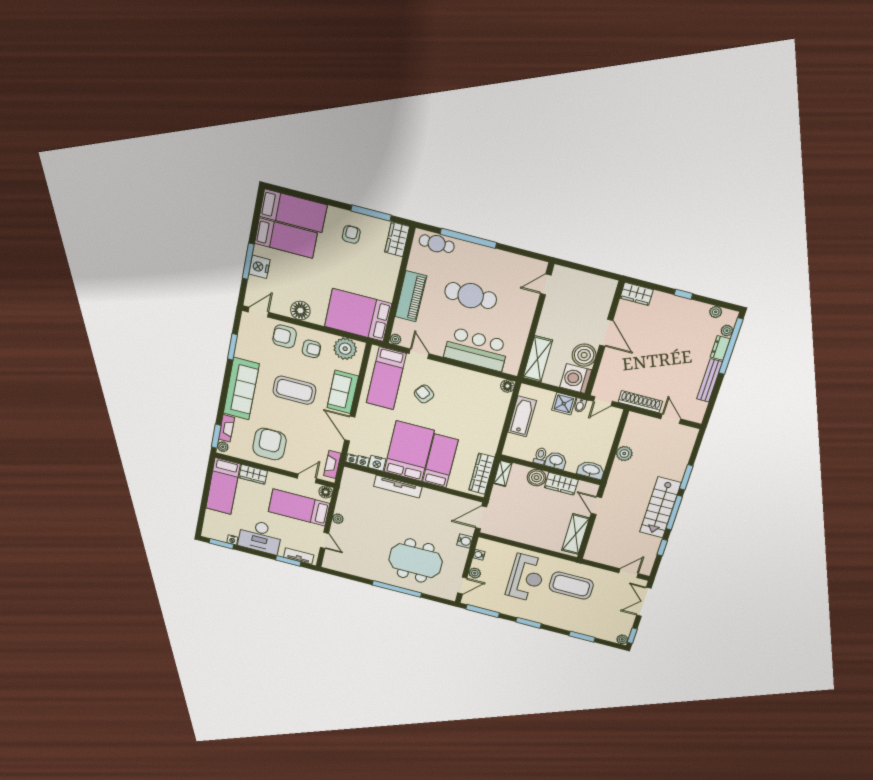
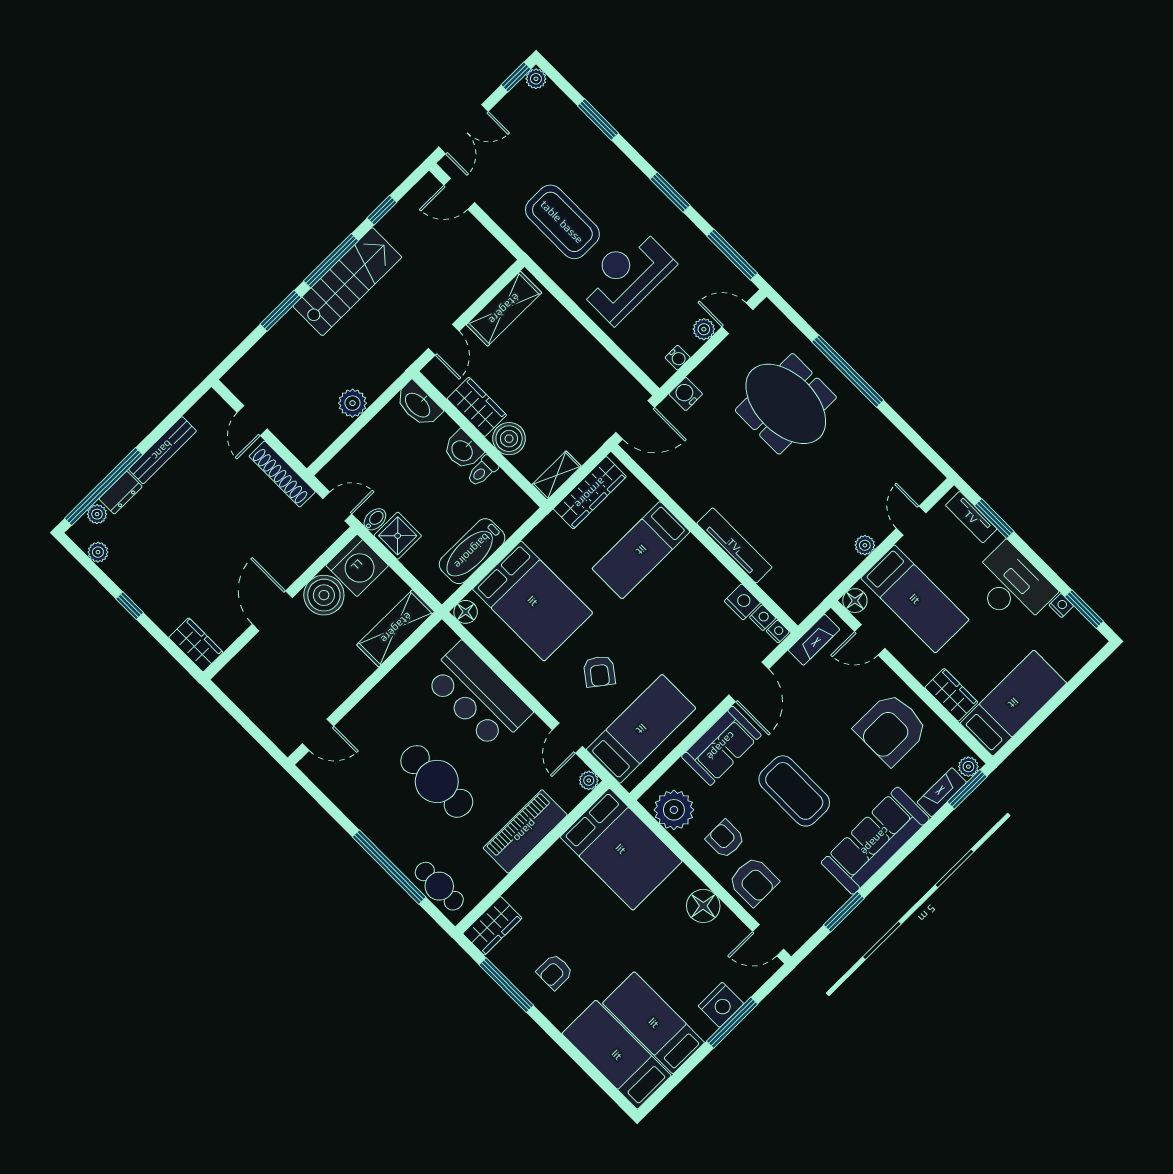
bed: (409, 451) -> (533, 601), moved, turned -90

